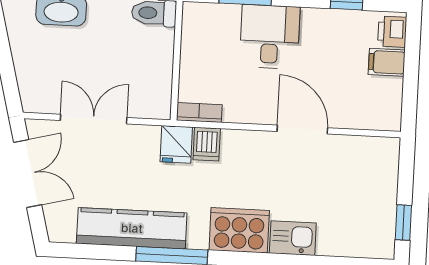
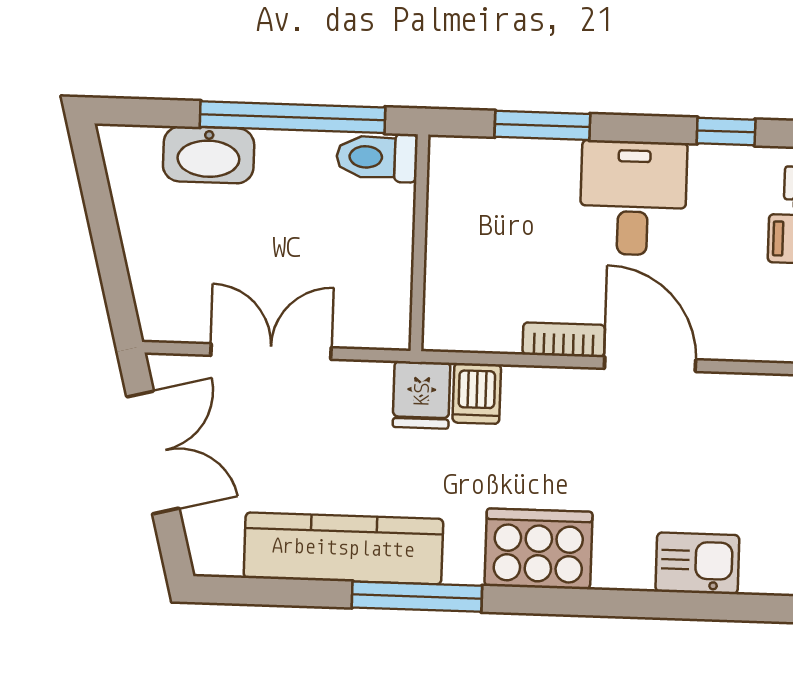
desk: (270, 37) -> (633, 198), moved
bookcase: (199, 113) -> (564, 340), moved
kitchen sink: (293, 238) -> (697, 563), moved

